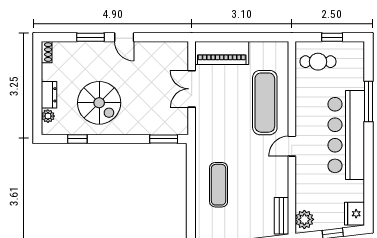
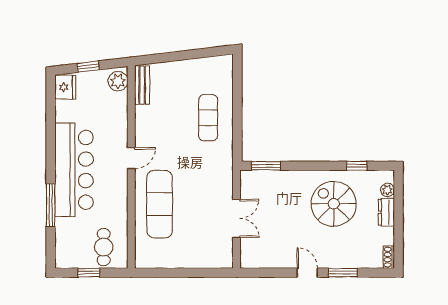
piano: (222, 53) -> (205, 256), removed
cafe table: (318, 62) -> (104, 247), turned 90

